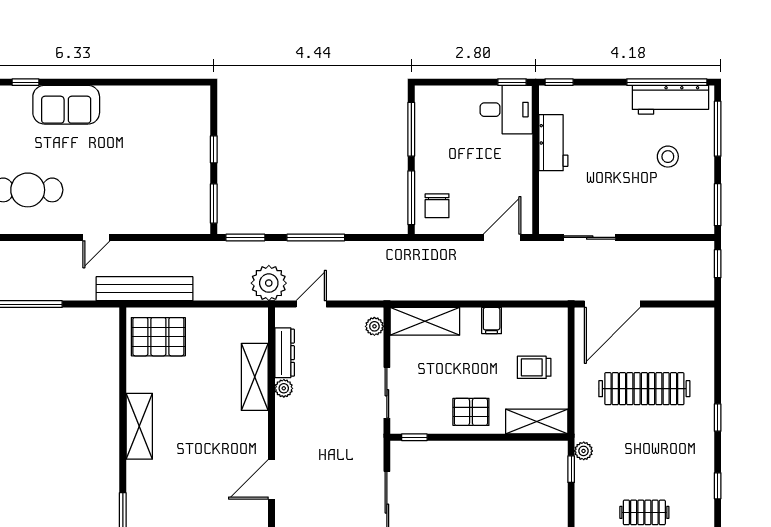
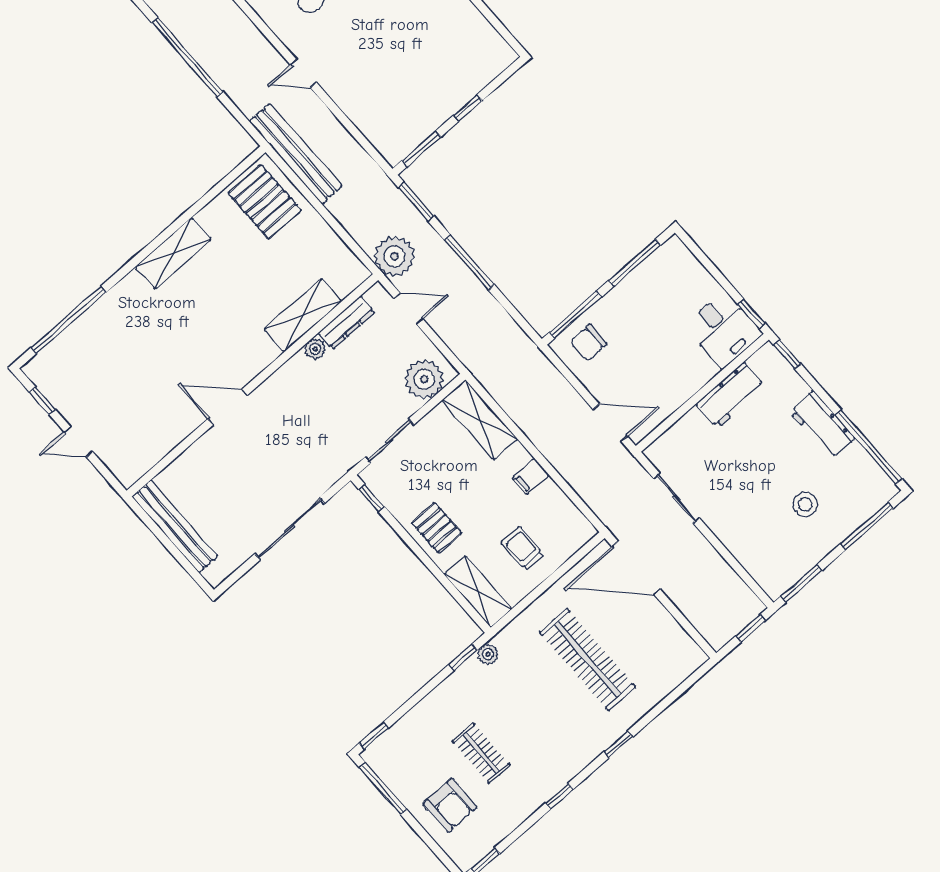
workbench: (670, 100) -> (822, 425), moved, width x0.73
plant: (374, 326) -> (424, 379), width x1.87, depth x1.87

